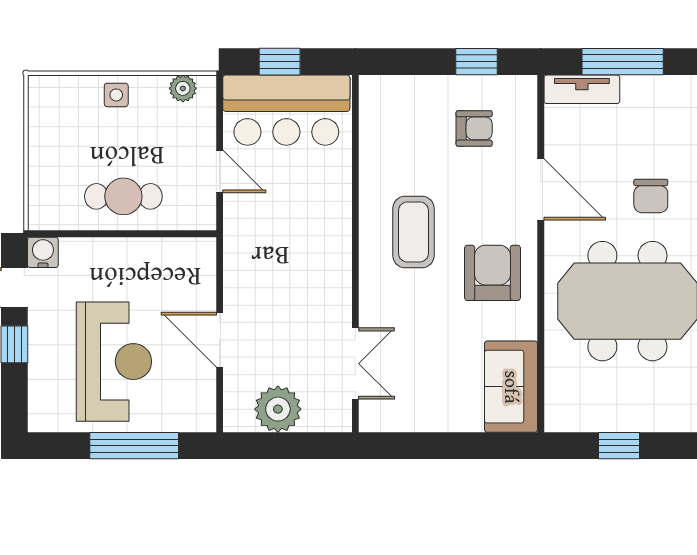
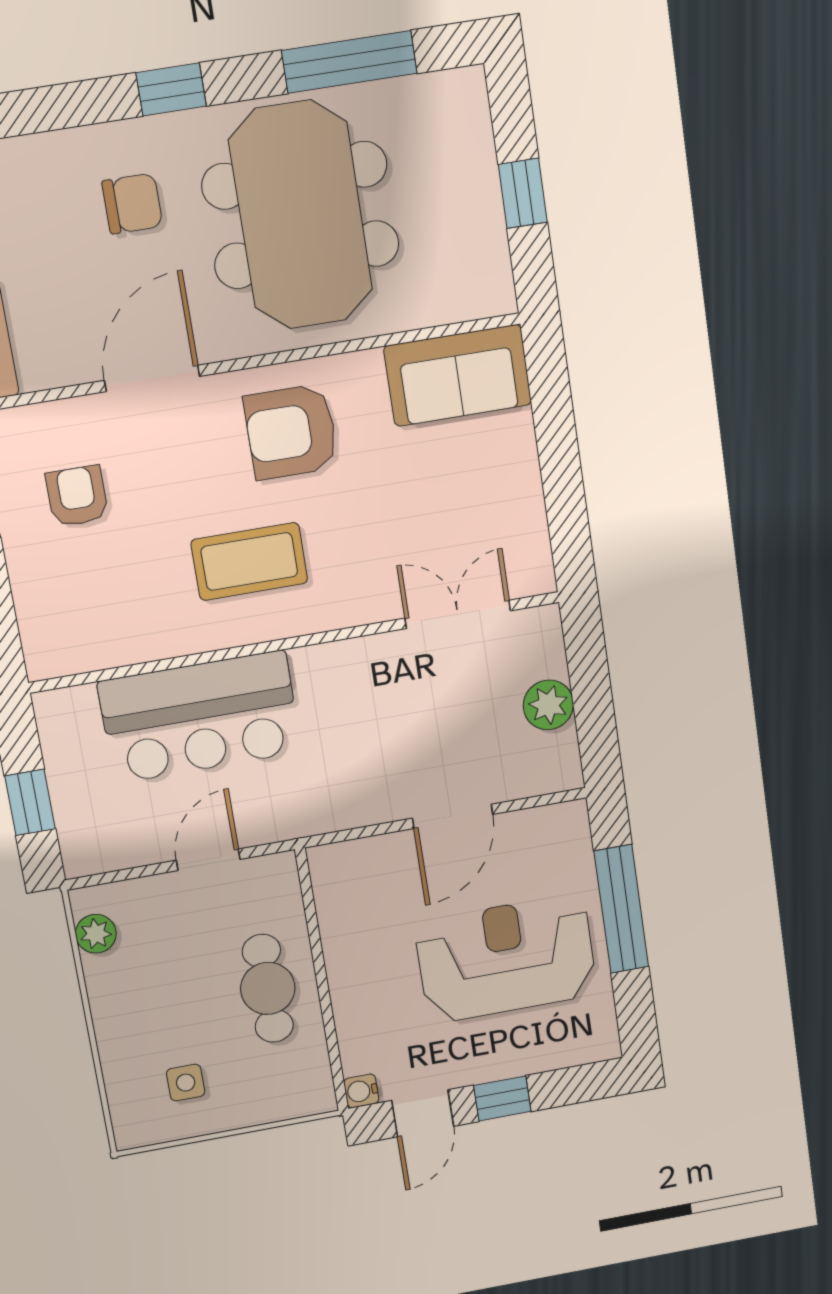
side table: (116, 95) -> (186, 1083), moved
bar counter: (286, 110) -> (200, 717), moved, turned 90
water cooler: (43, 252) -> (361, 1091), width x0.72, depth x0.72
plant: (278, 409) -> (548, 705), width x0.73, depth x0.73

